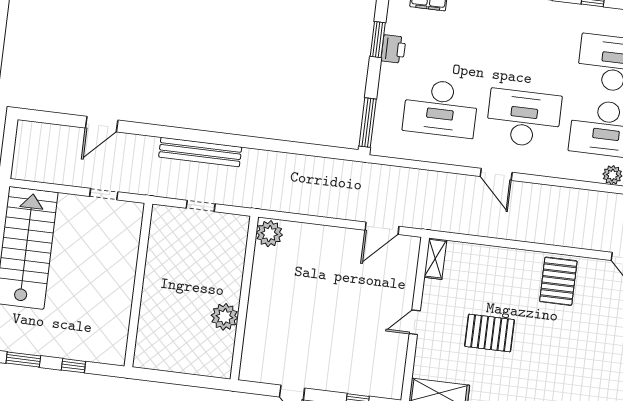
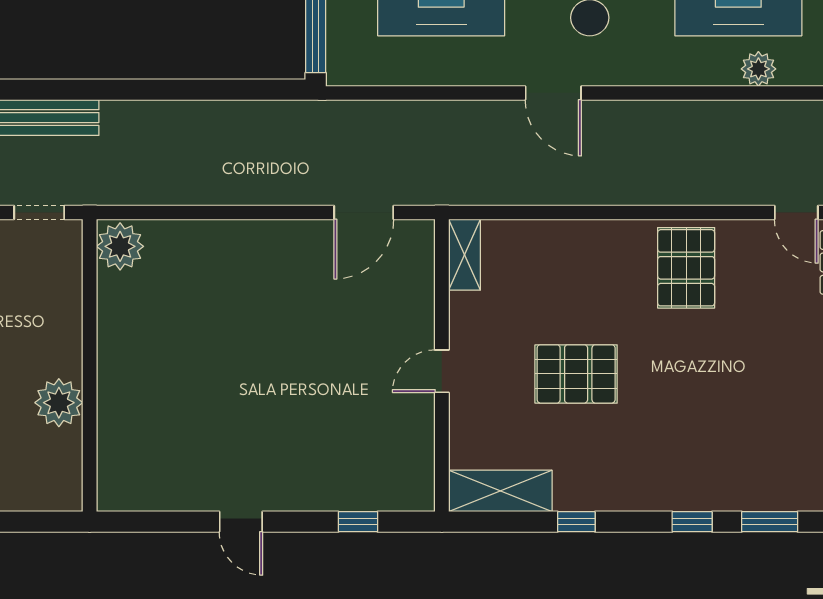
plant: (269, 234) -> (120, 246), moved
wall: (244, 298) -> (90, 365), moved
plant: (224, 317) -> (59, 403), moved

